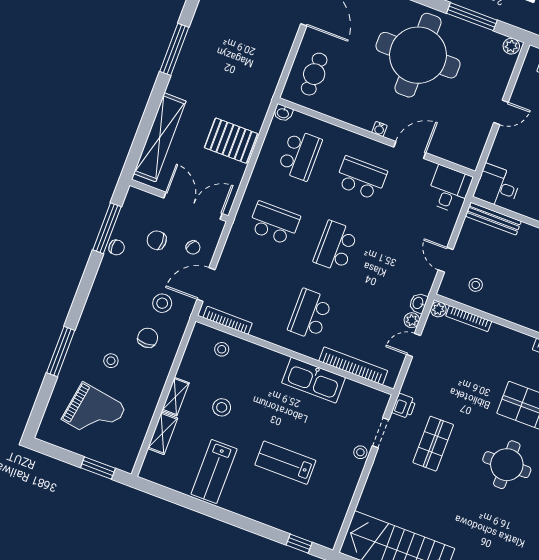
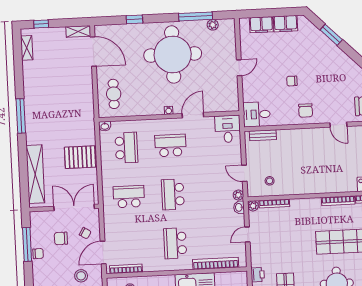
plant: (511, 46) -> (213, 25), moved
bench: (494, 219) -> (263, 135), width x0.73
plant: (412, 320) -> (238, 195), moved

